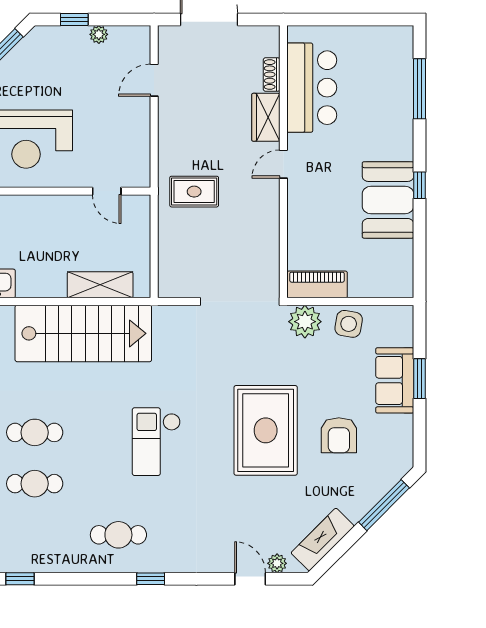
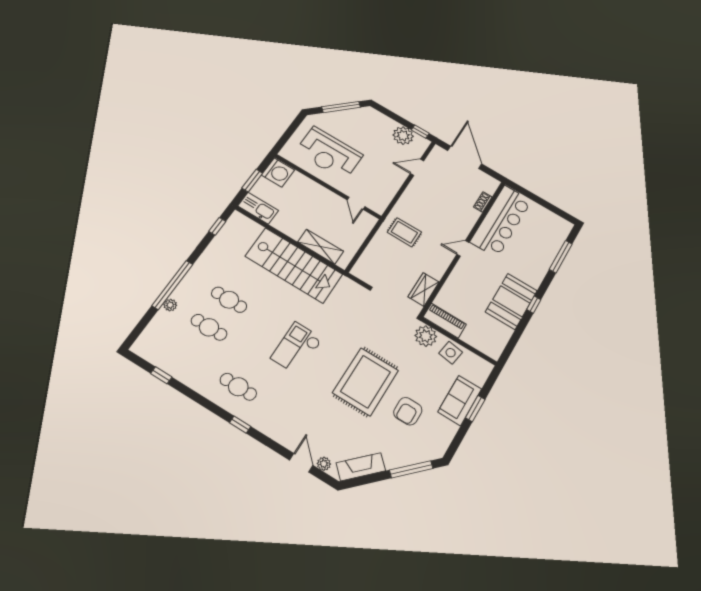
window: (74, 20) -> (420, 132), moved
plant: (99, 34) -> (403, 136), width x1.88, depth x1.88
bar counter: (312, 88) -> (501, 221), width x1.36
wardrobe: (266, 117) -> (424, 289), moved

